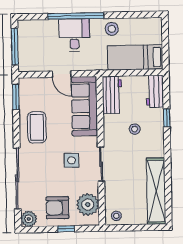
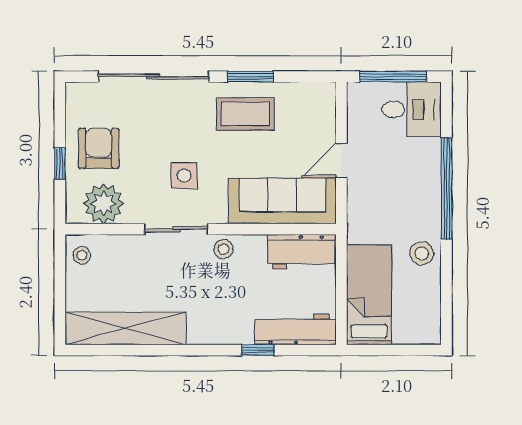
desk: (74, 35) -> (412, 109), moved
workbench: (155, 91) -> (295, 330), width x1.38
window: (16, 97) -> (250, 77), moved
stool: (135, 129) -> (223, 249), moved
plant: (29, 219) -> (79, 96), removed

